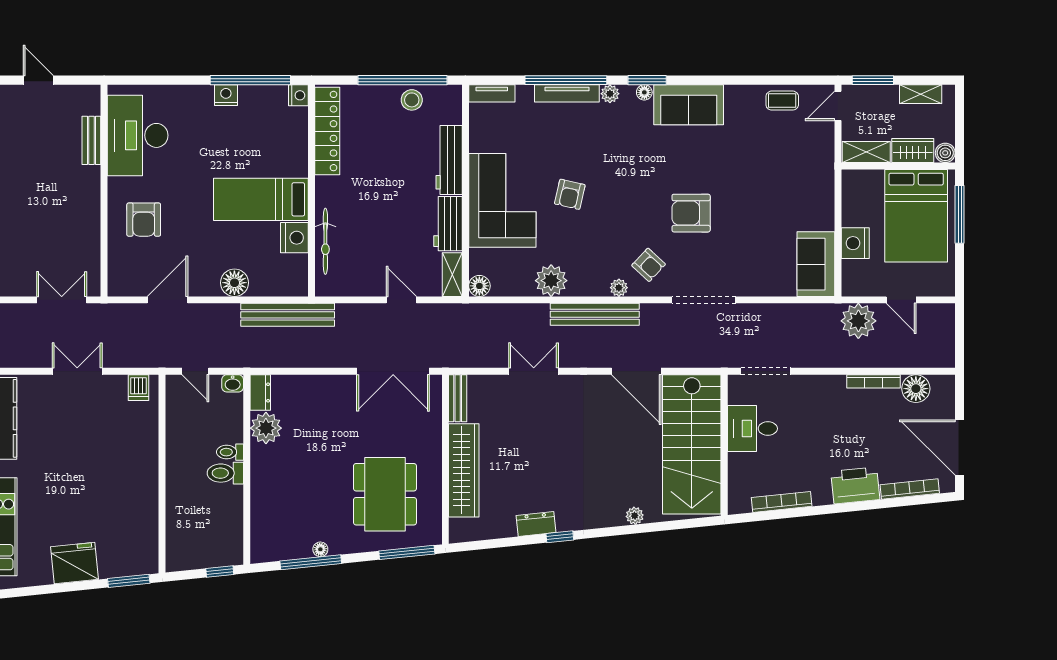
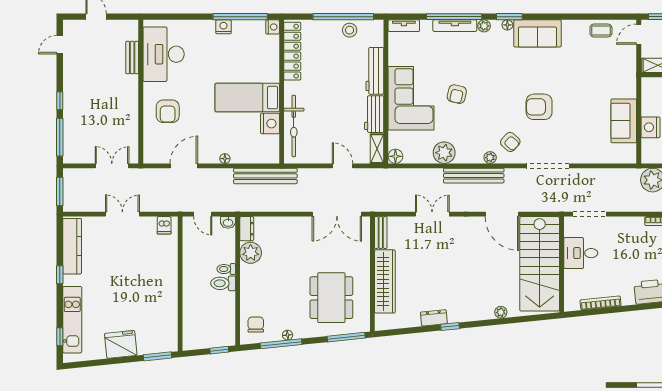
bicycle: (325, 241) -> (294, 126), width x1.37, depth x1.40
sofa: (816, 264) -> (624, 121), moved
floor lamp: (234, 283) -> (225, 159), width x0.53, depth x0.53
chair: (274, 534) -> (256, 325), added

